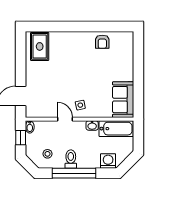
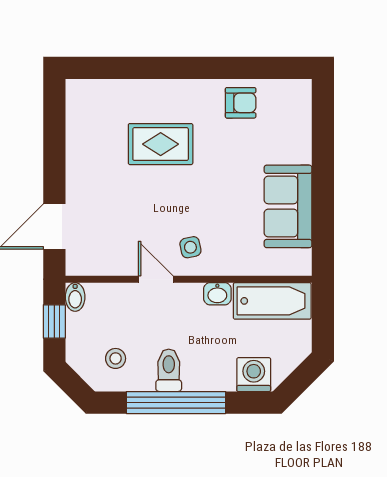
armchair: (102, 42) -> (241, 103), turned -90
rug: (40, 46) -> (161, 144), moved, turned 90
sofa: (123, 100) -> (288, 206), moved

